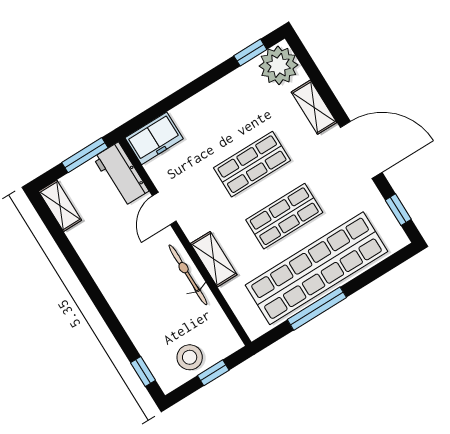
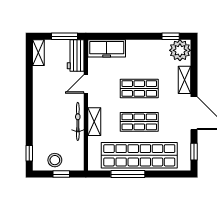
freezer: (154, 138) -> (107, 48), width x1.40

